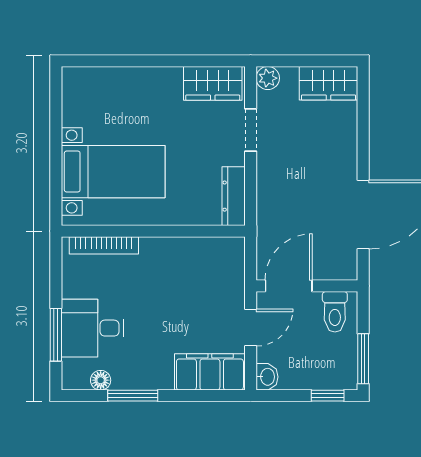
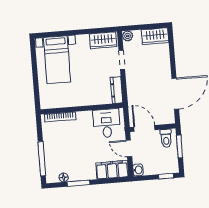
bed with nightstands: (113, 172) -> (57, 60), moved, turned 90
door: (289, 286) -> (144, 128), hinge flipped
desk: (93, 328) -> (107, 123), moved, turned 90
door: (251, 328) -> (129, 148), swing flipped
window: (56, 335) -> (42, 159), width x1.44
window: (363, 359) -> (179, 146), moved

